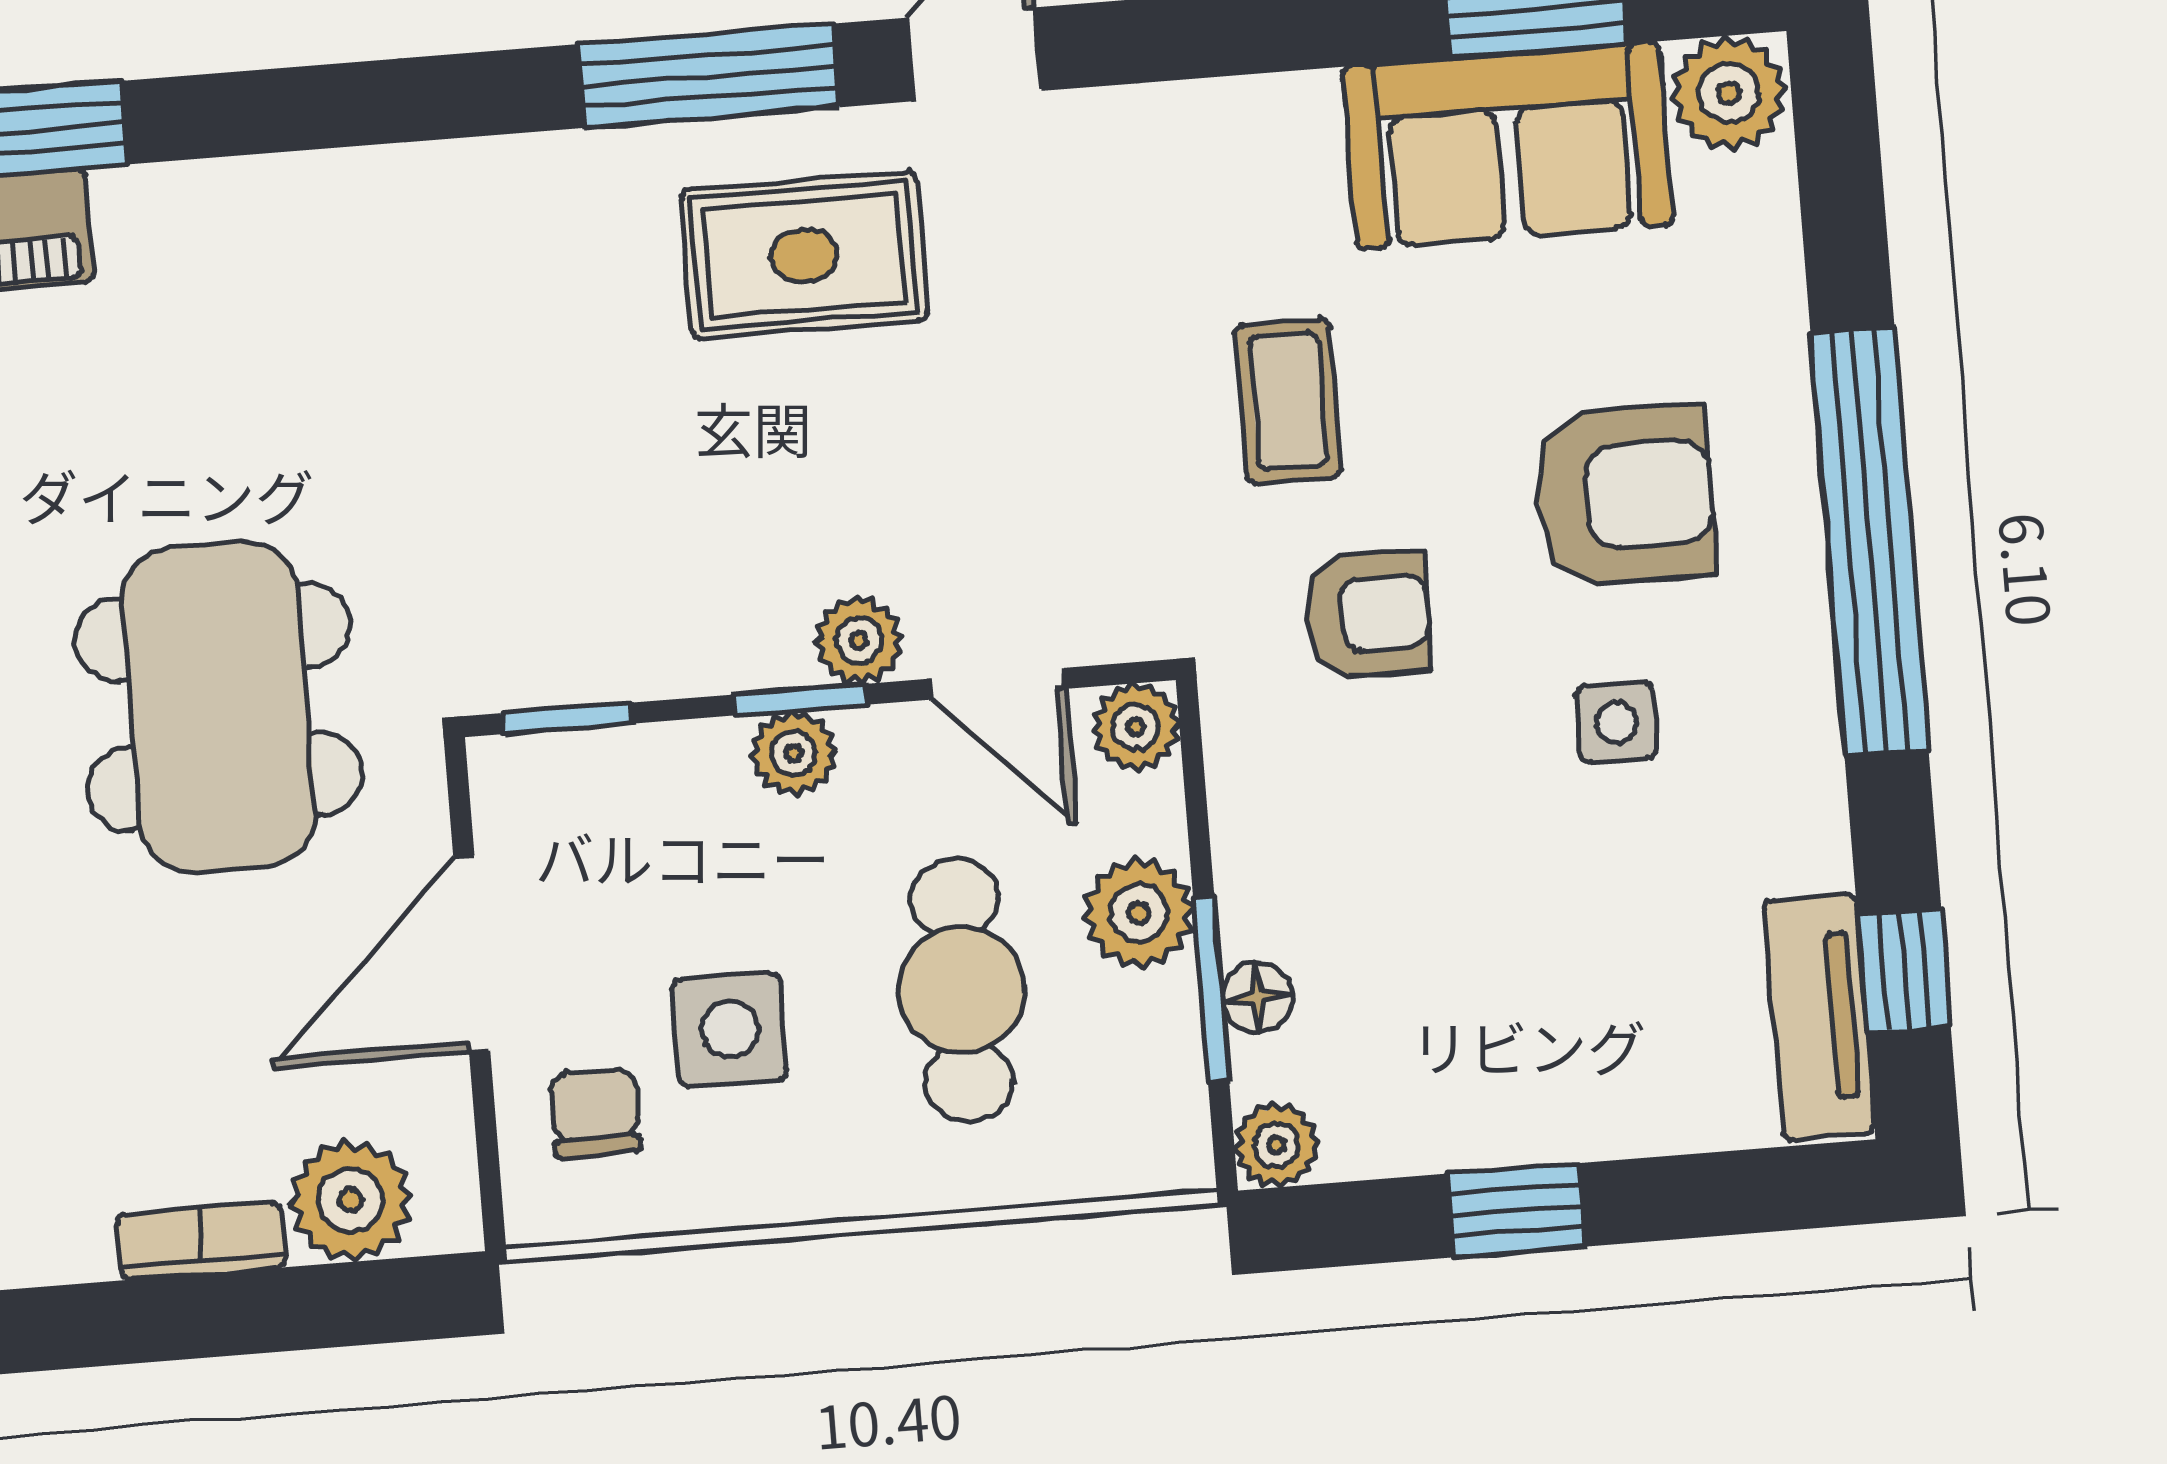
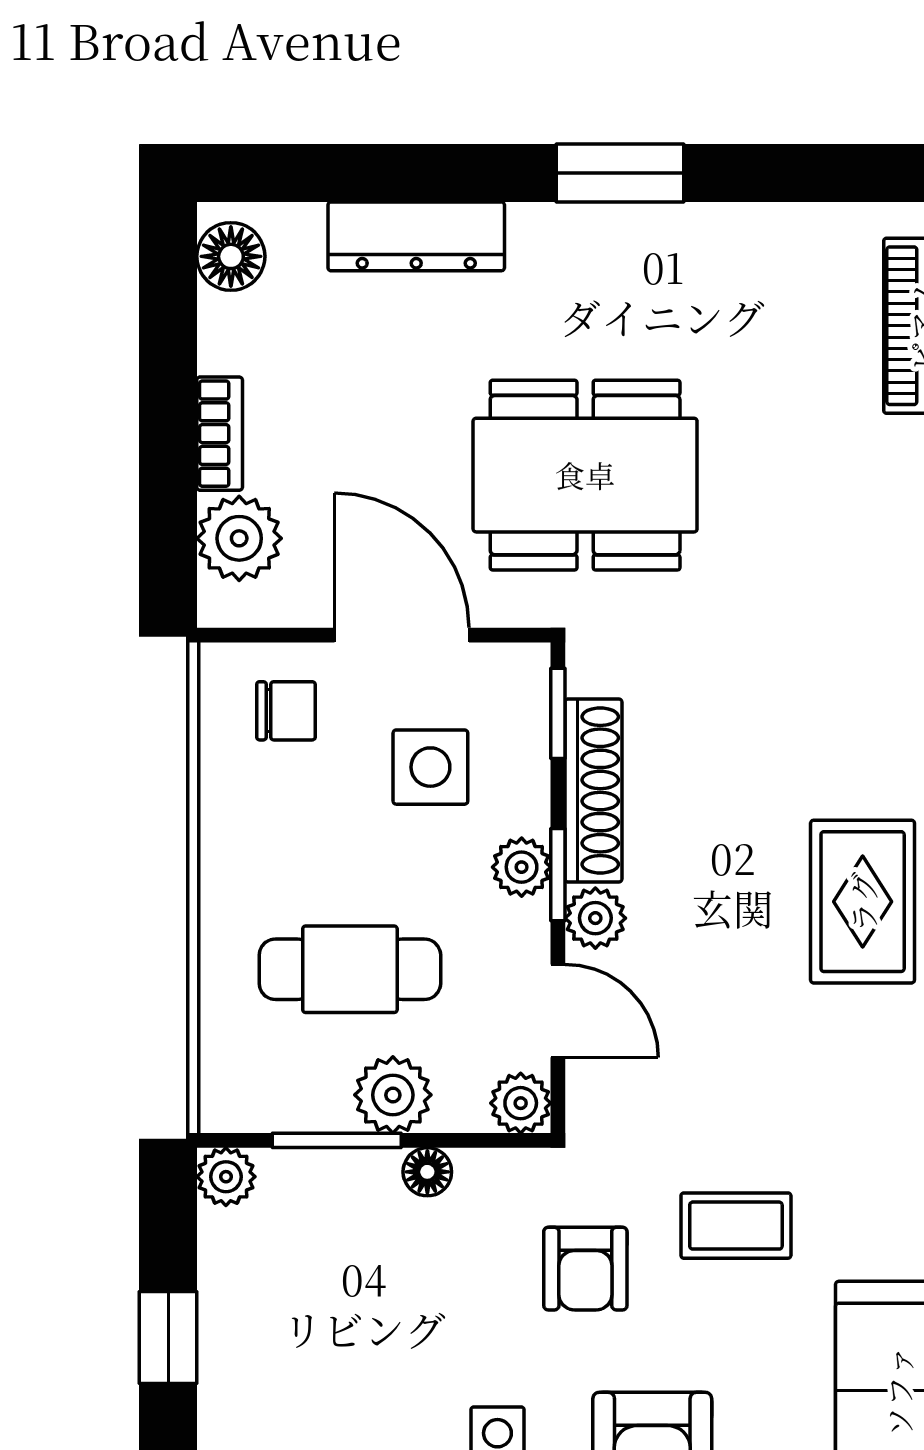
shoe rack: (674, 658) -> (593, 791), added
door: (998, 684) -> (558, 1011), swing flipped
floor lamp: (1257, 997) -> (427, 1172), moved
side table: (730, 1029) -> (430, 767), moved

